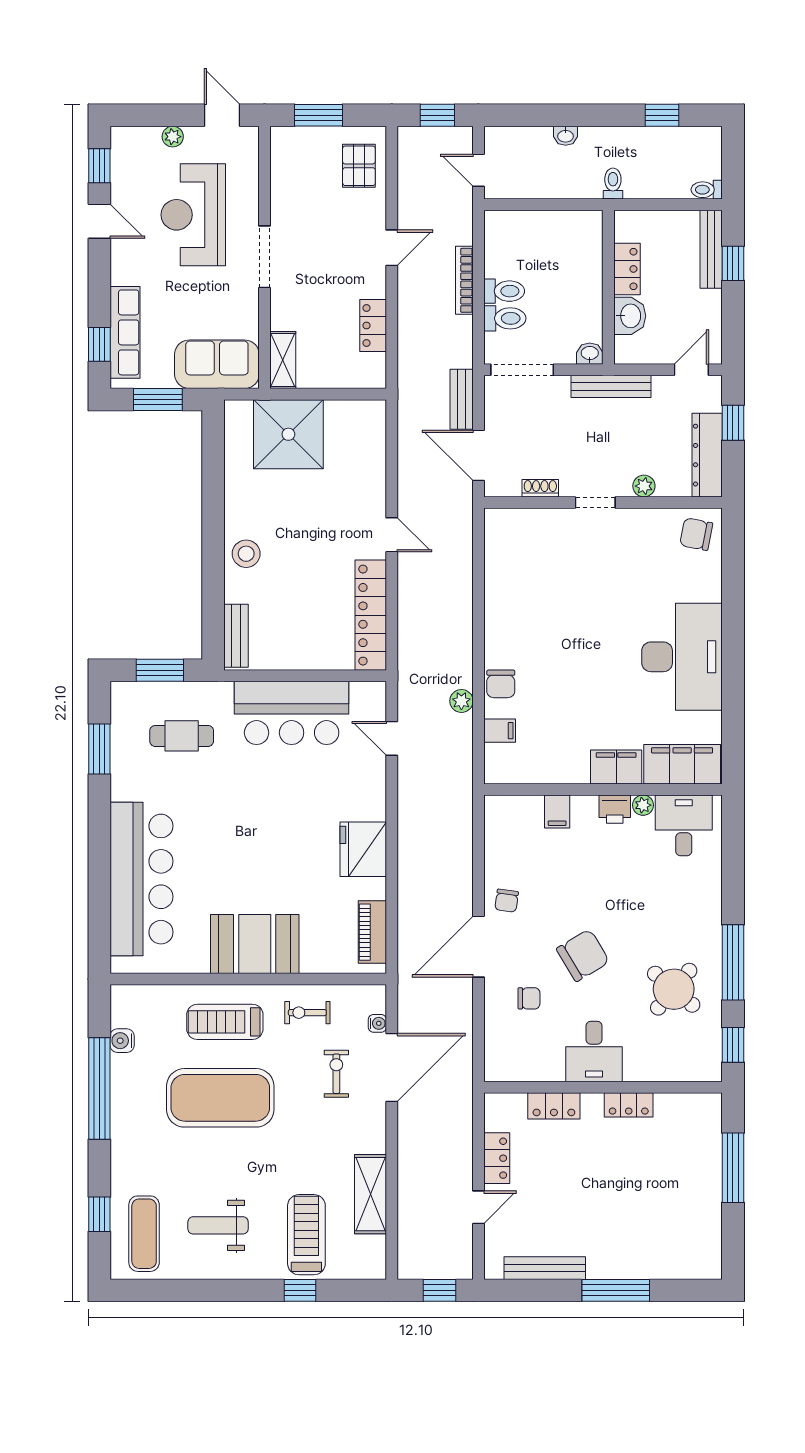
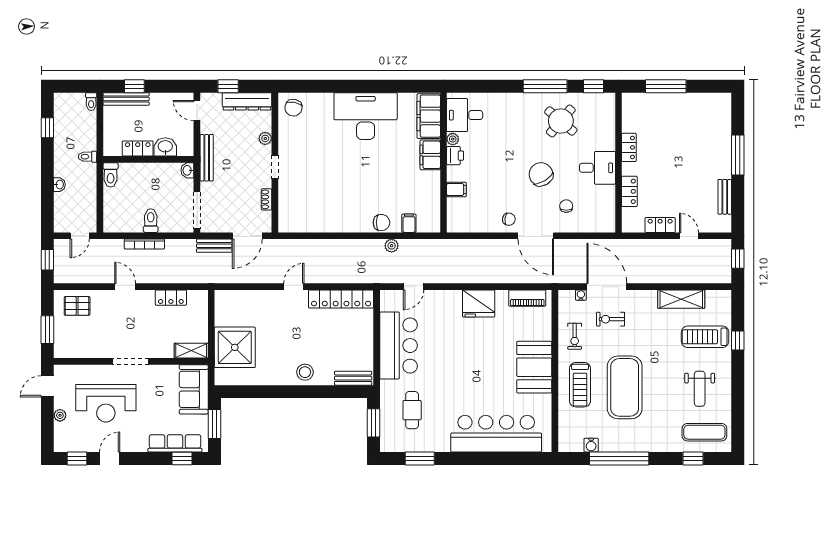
toilet: (505, 318) -> (111, 175), moved, turned 180
bench: (545, 1268) -> (725, 197), width x0.73

